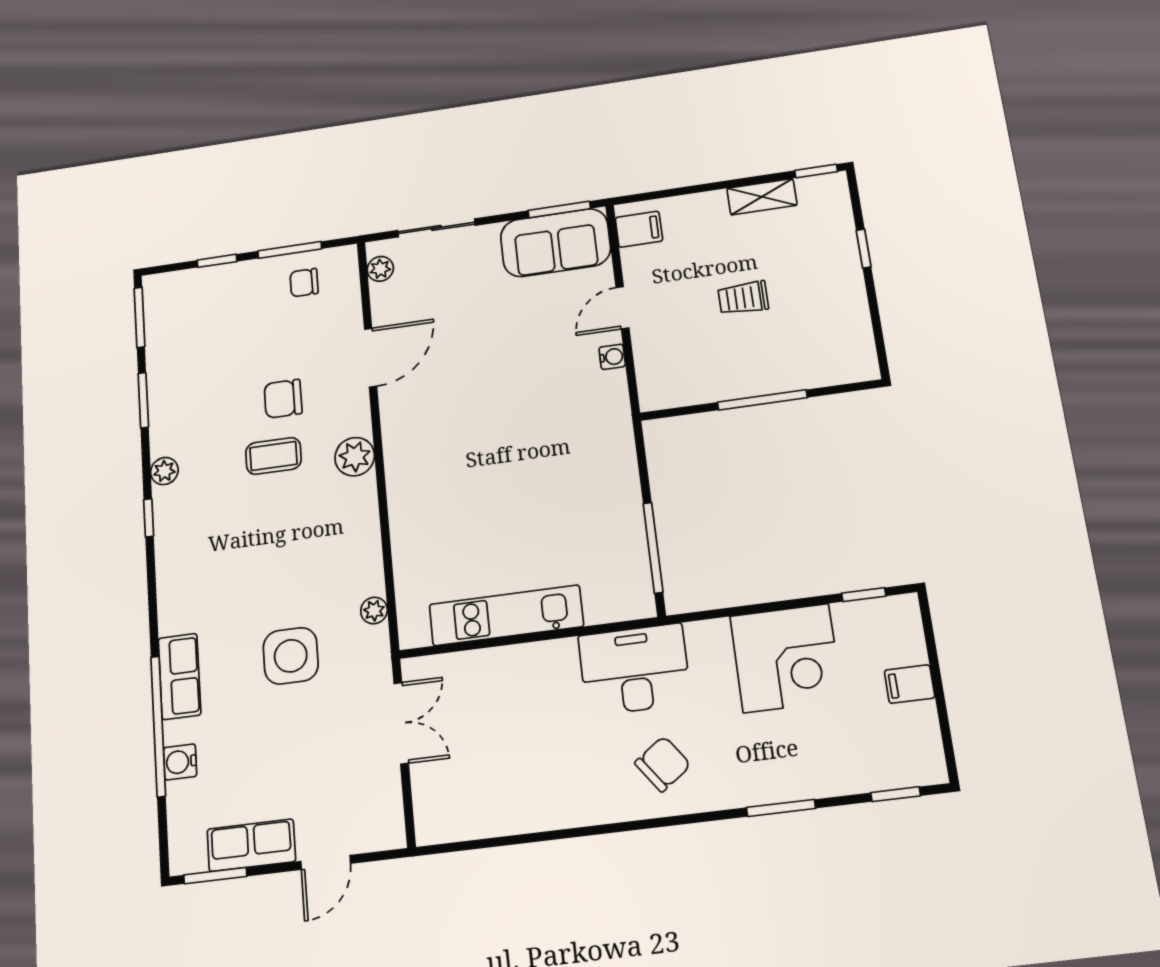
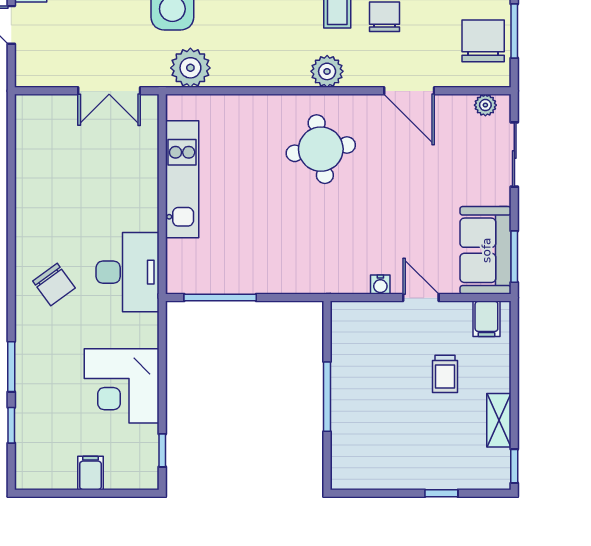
chair: (304, 283) -> (483, 41), width x1.87, depth x1.87
trolley: (743, 298) -> (445, 374), moved, turned 180
round table: (451, 451) -> (321, 149), added
plant: (374, 611) -> (190, 68), width x1.87, depth x1.87
window: (896, 794) -> (11, 425), moved

